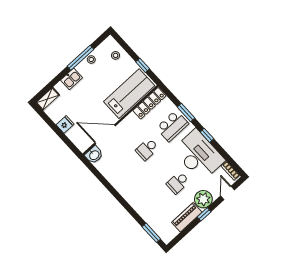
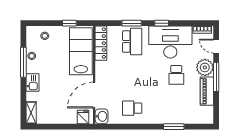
fridge: (65, 124) -> (83, 117), moved
school desk: (147, 149) -> (132, 108), moved, turned 90
window: (204, 214) -> (216, 77), width x2.17
window: (151, 233) -> (174, 127), moved

